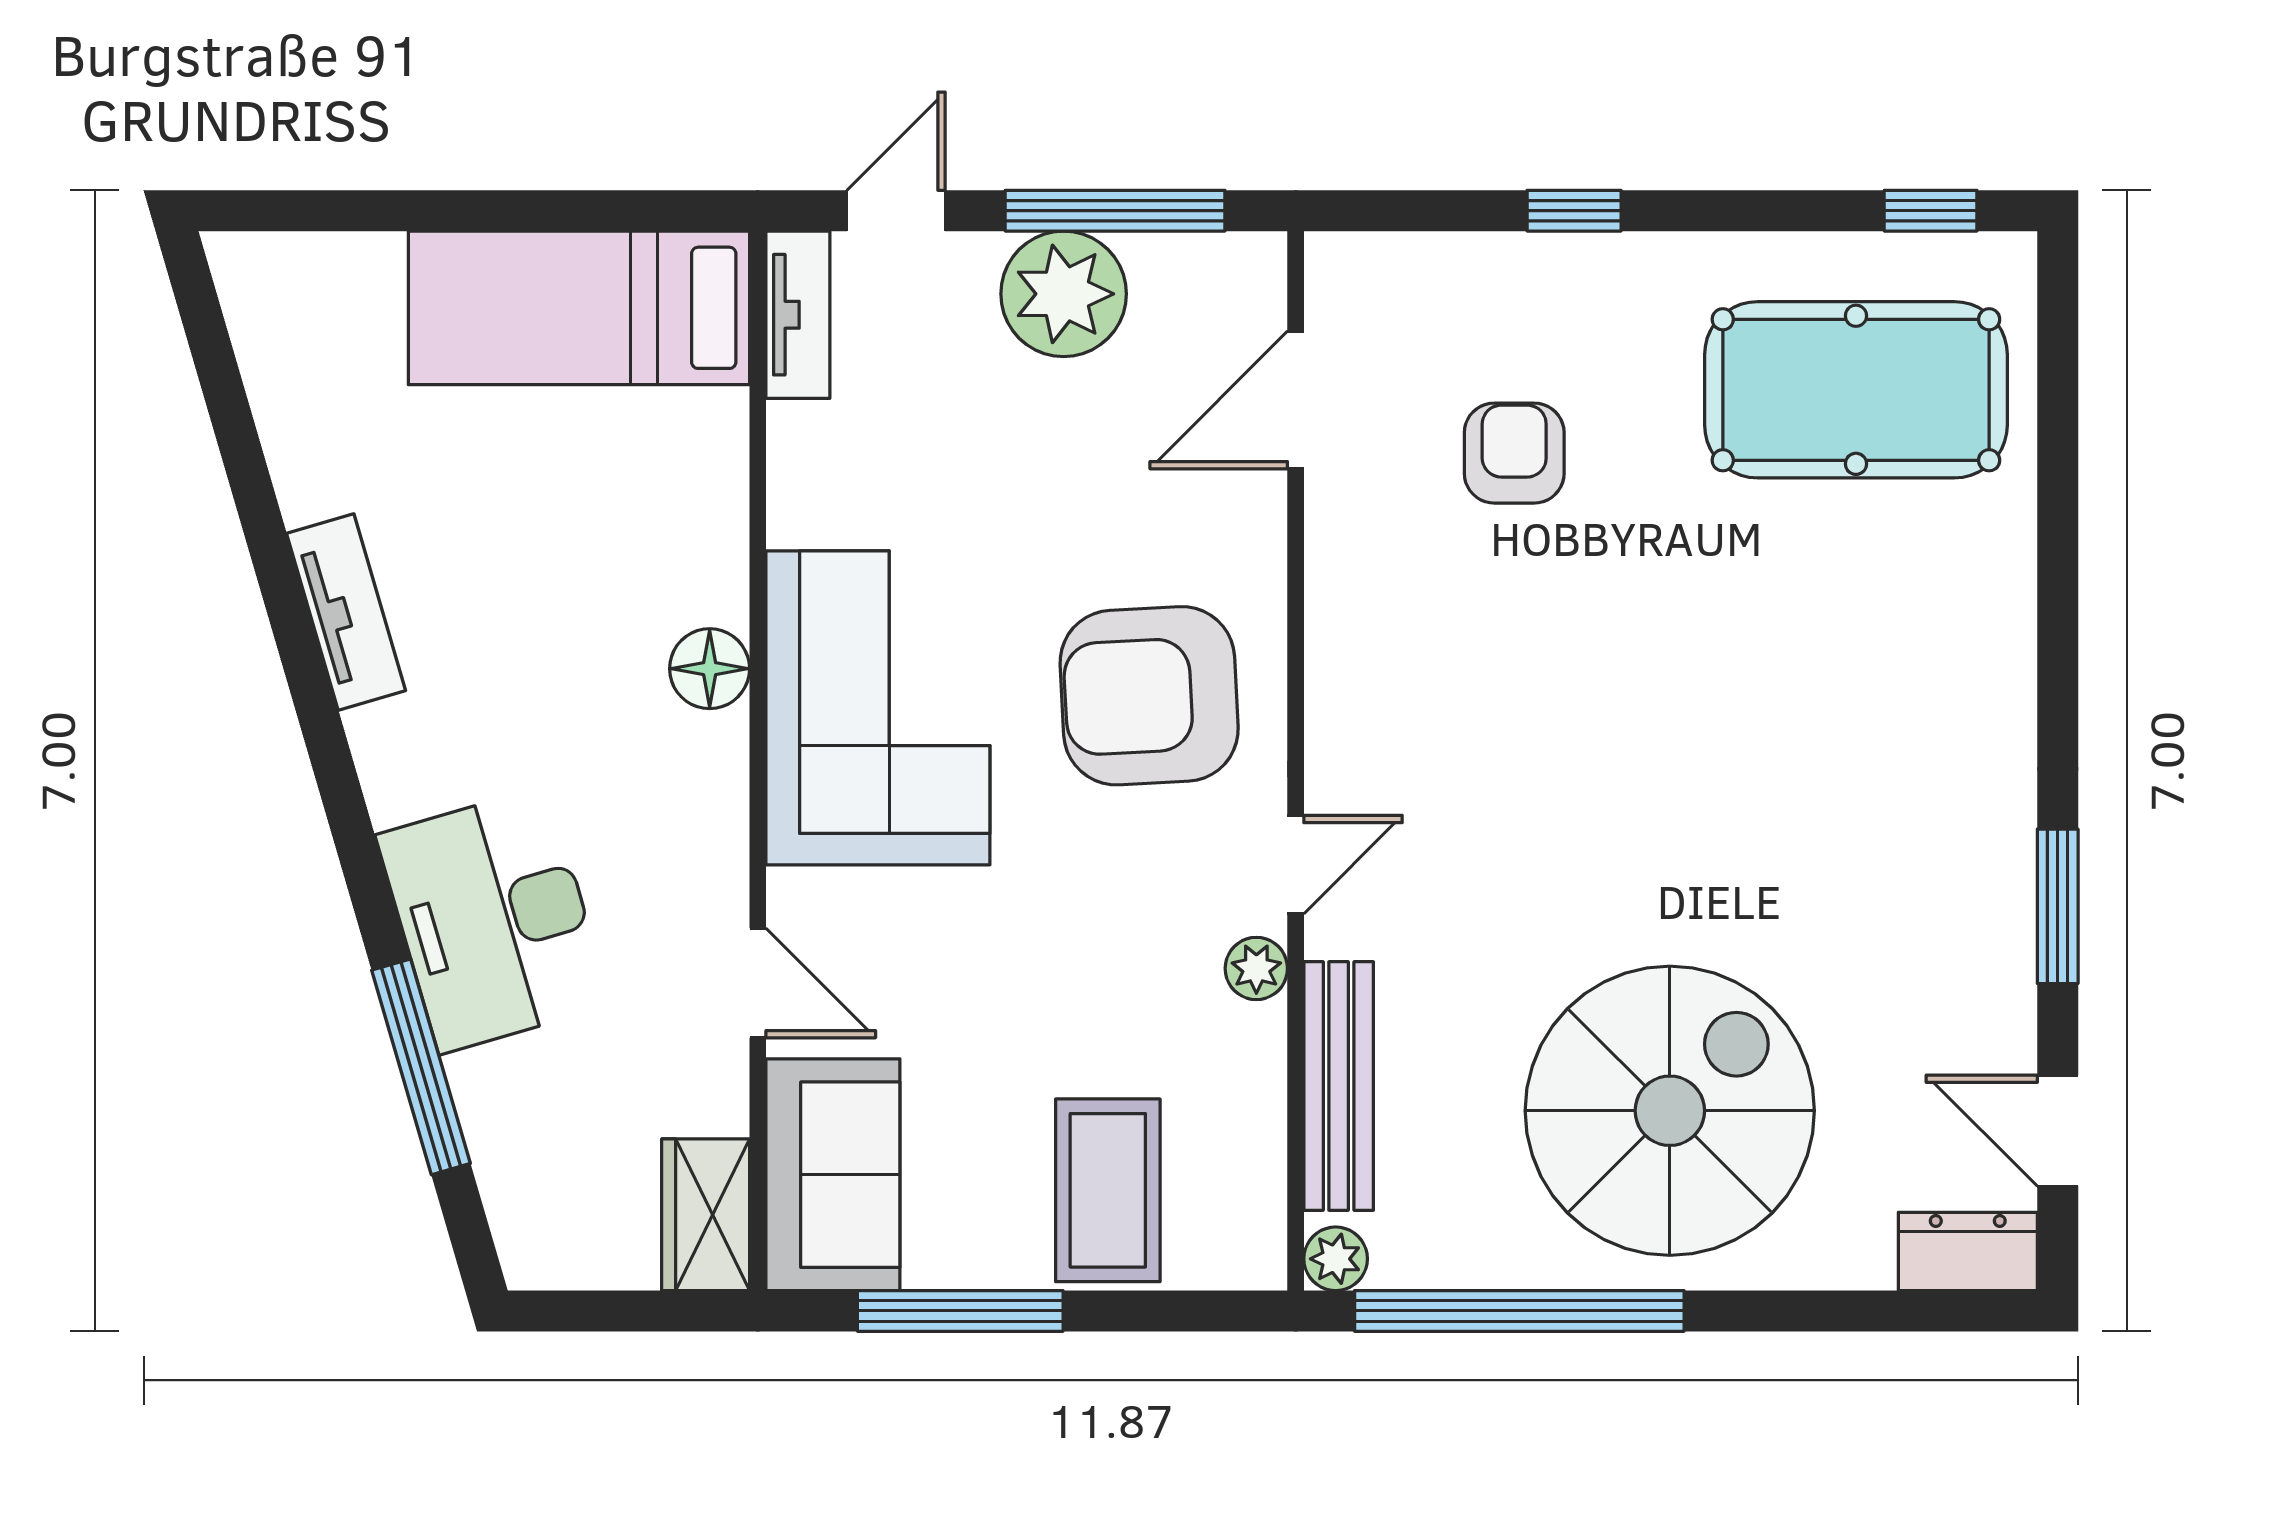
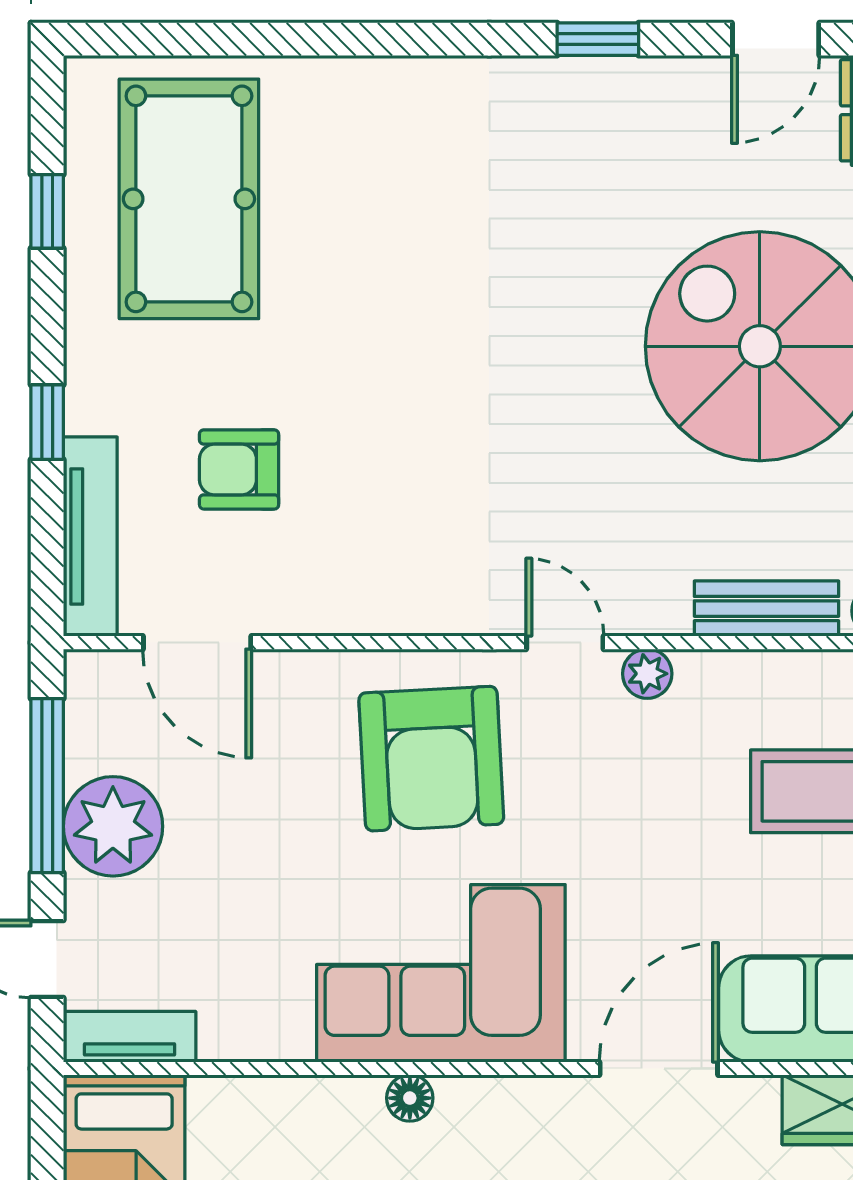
window: (1931, 211) -> (47, 211), moved
tv unit: (1430, 265) -> (90, 537), added
floor lamp: (710, 669) -> (410, 1098), width x0.73, depth x0.73
window: (2058, 906) -> (598, 39), width x0.67
door: (758, 983) -> (659, 1069), width x1.38
bench: (1339, 1086) -> (767, 609), width x0.73

